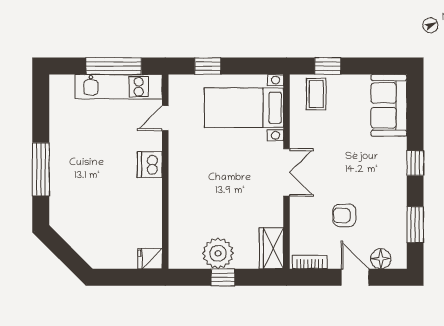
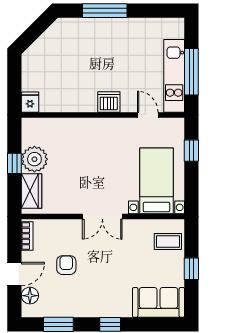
window: (328, 66) -> (191, 269), moved
wardrobe: (271, 248) -> (32, 191), moved, turned 90

